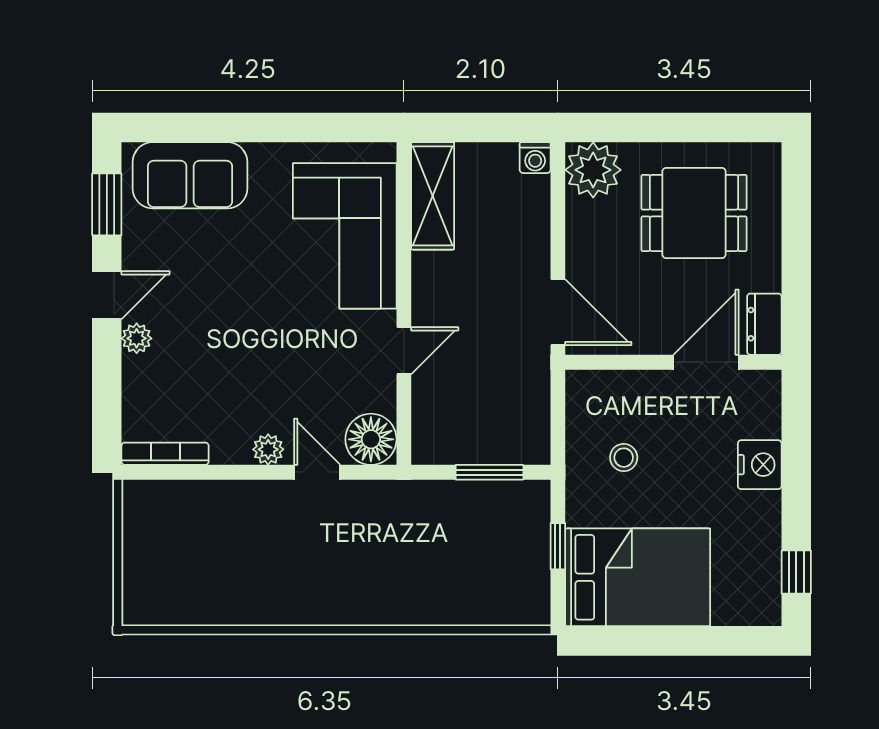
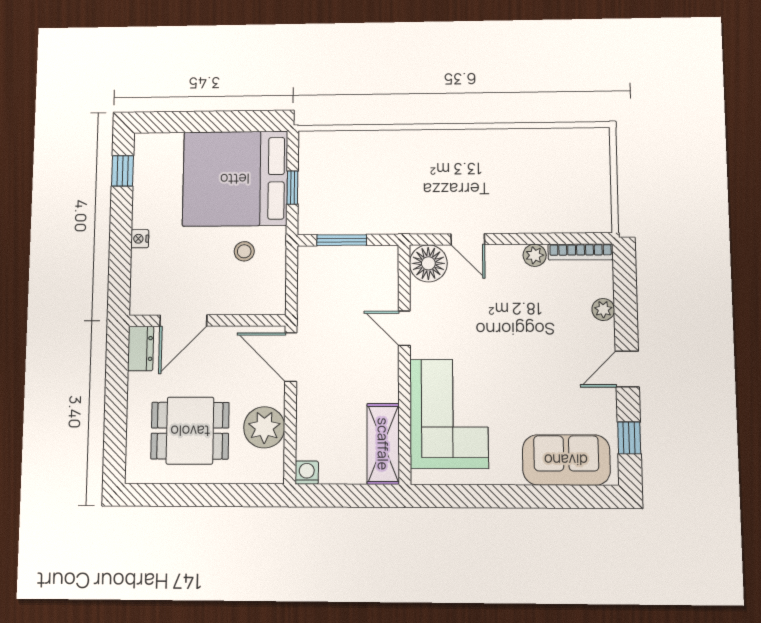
plant: (593, 170) -> (264, 427), moved
window: (107, 204) -> (629, 438), width x0.67
plant: (137, 338) -> (603, 309), moved
door: (404, 351) -> (404, 328), hinge flipped
plant: (268, 449) -> (535, 255), moved
nightstand: (760, 465) -> (140, 239), width x0.53, depth x0.56
bed: (638, 577) -> (235, 179), width x1.36

